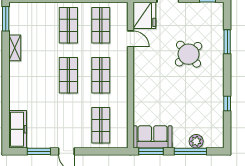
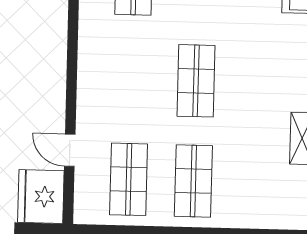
shop shelf: (101, 75) -> (131, 79), removed

